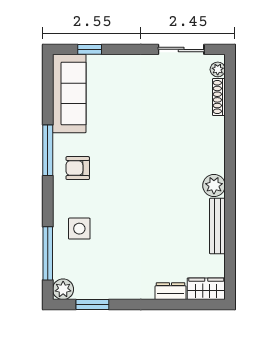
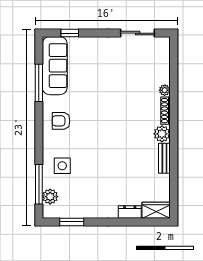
plant: (218, 69) -> (165, 90), moved
shoe rack: (219, 97) -> (166, 111), moved
window: (48, 150) -> (39, 83), moved
bench: (217, 226) -> (164, 158), width x0.73
plant: (63, 289) -> (50, 197), moved

